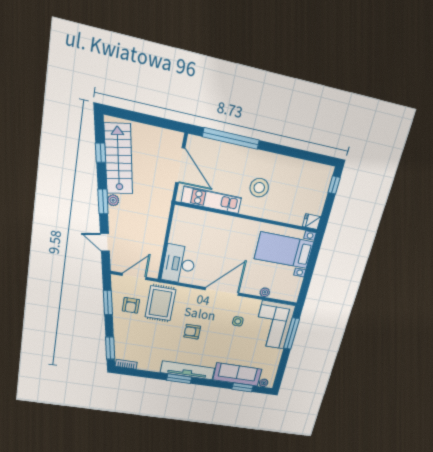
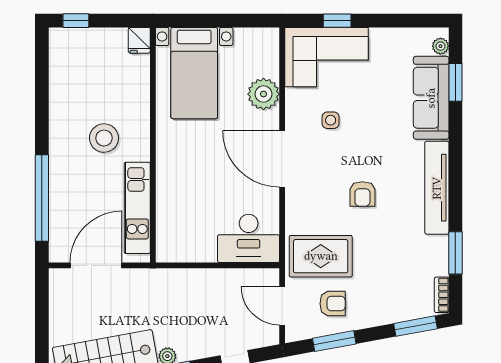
plant: (265, 292) -> (264, 94), width x1.88, depth x1.88
window: (292, 334) -> (337, 21), width x0.46
window: (179, 379) -> (455, 253), moved

